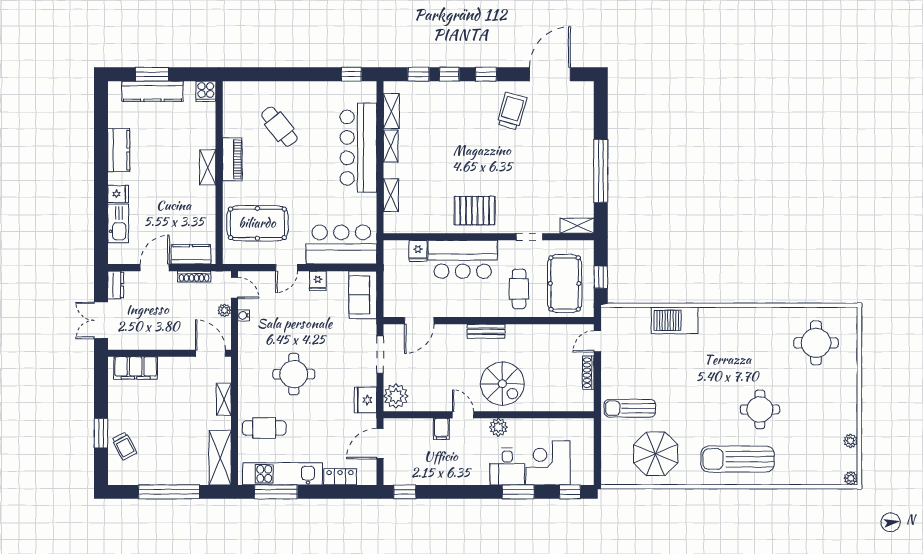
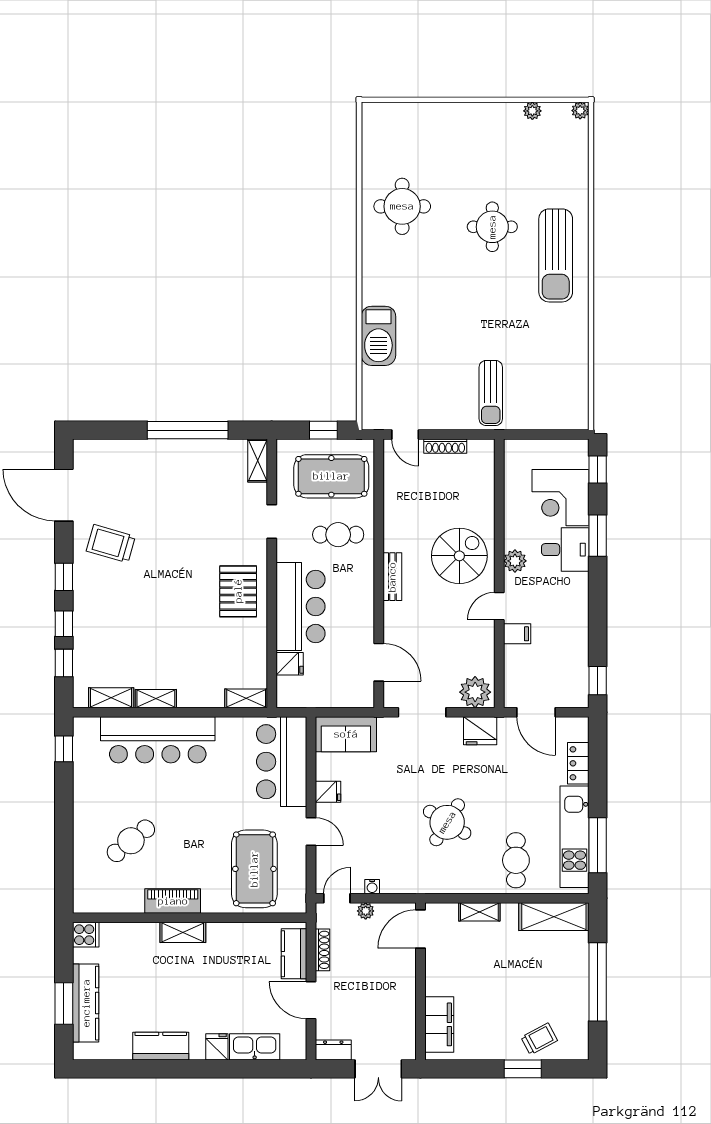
shelving: (391, 195) -> (246, 698), moved
round table: (816, 343) -> (402, 206), moved
round table: (294, 374) -> (447, 822), turned 32
parasol: (656, 454) -> (549, 360), removed

